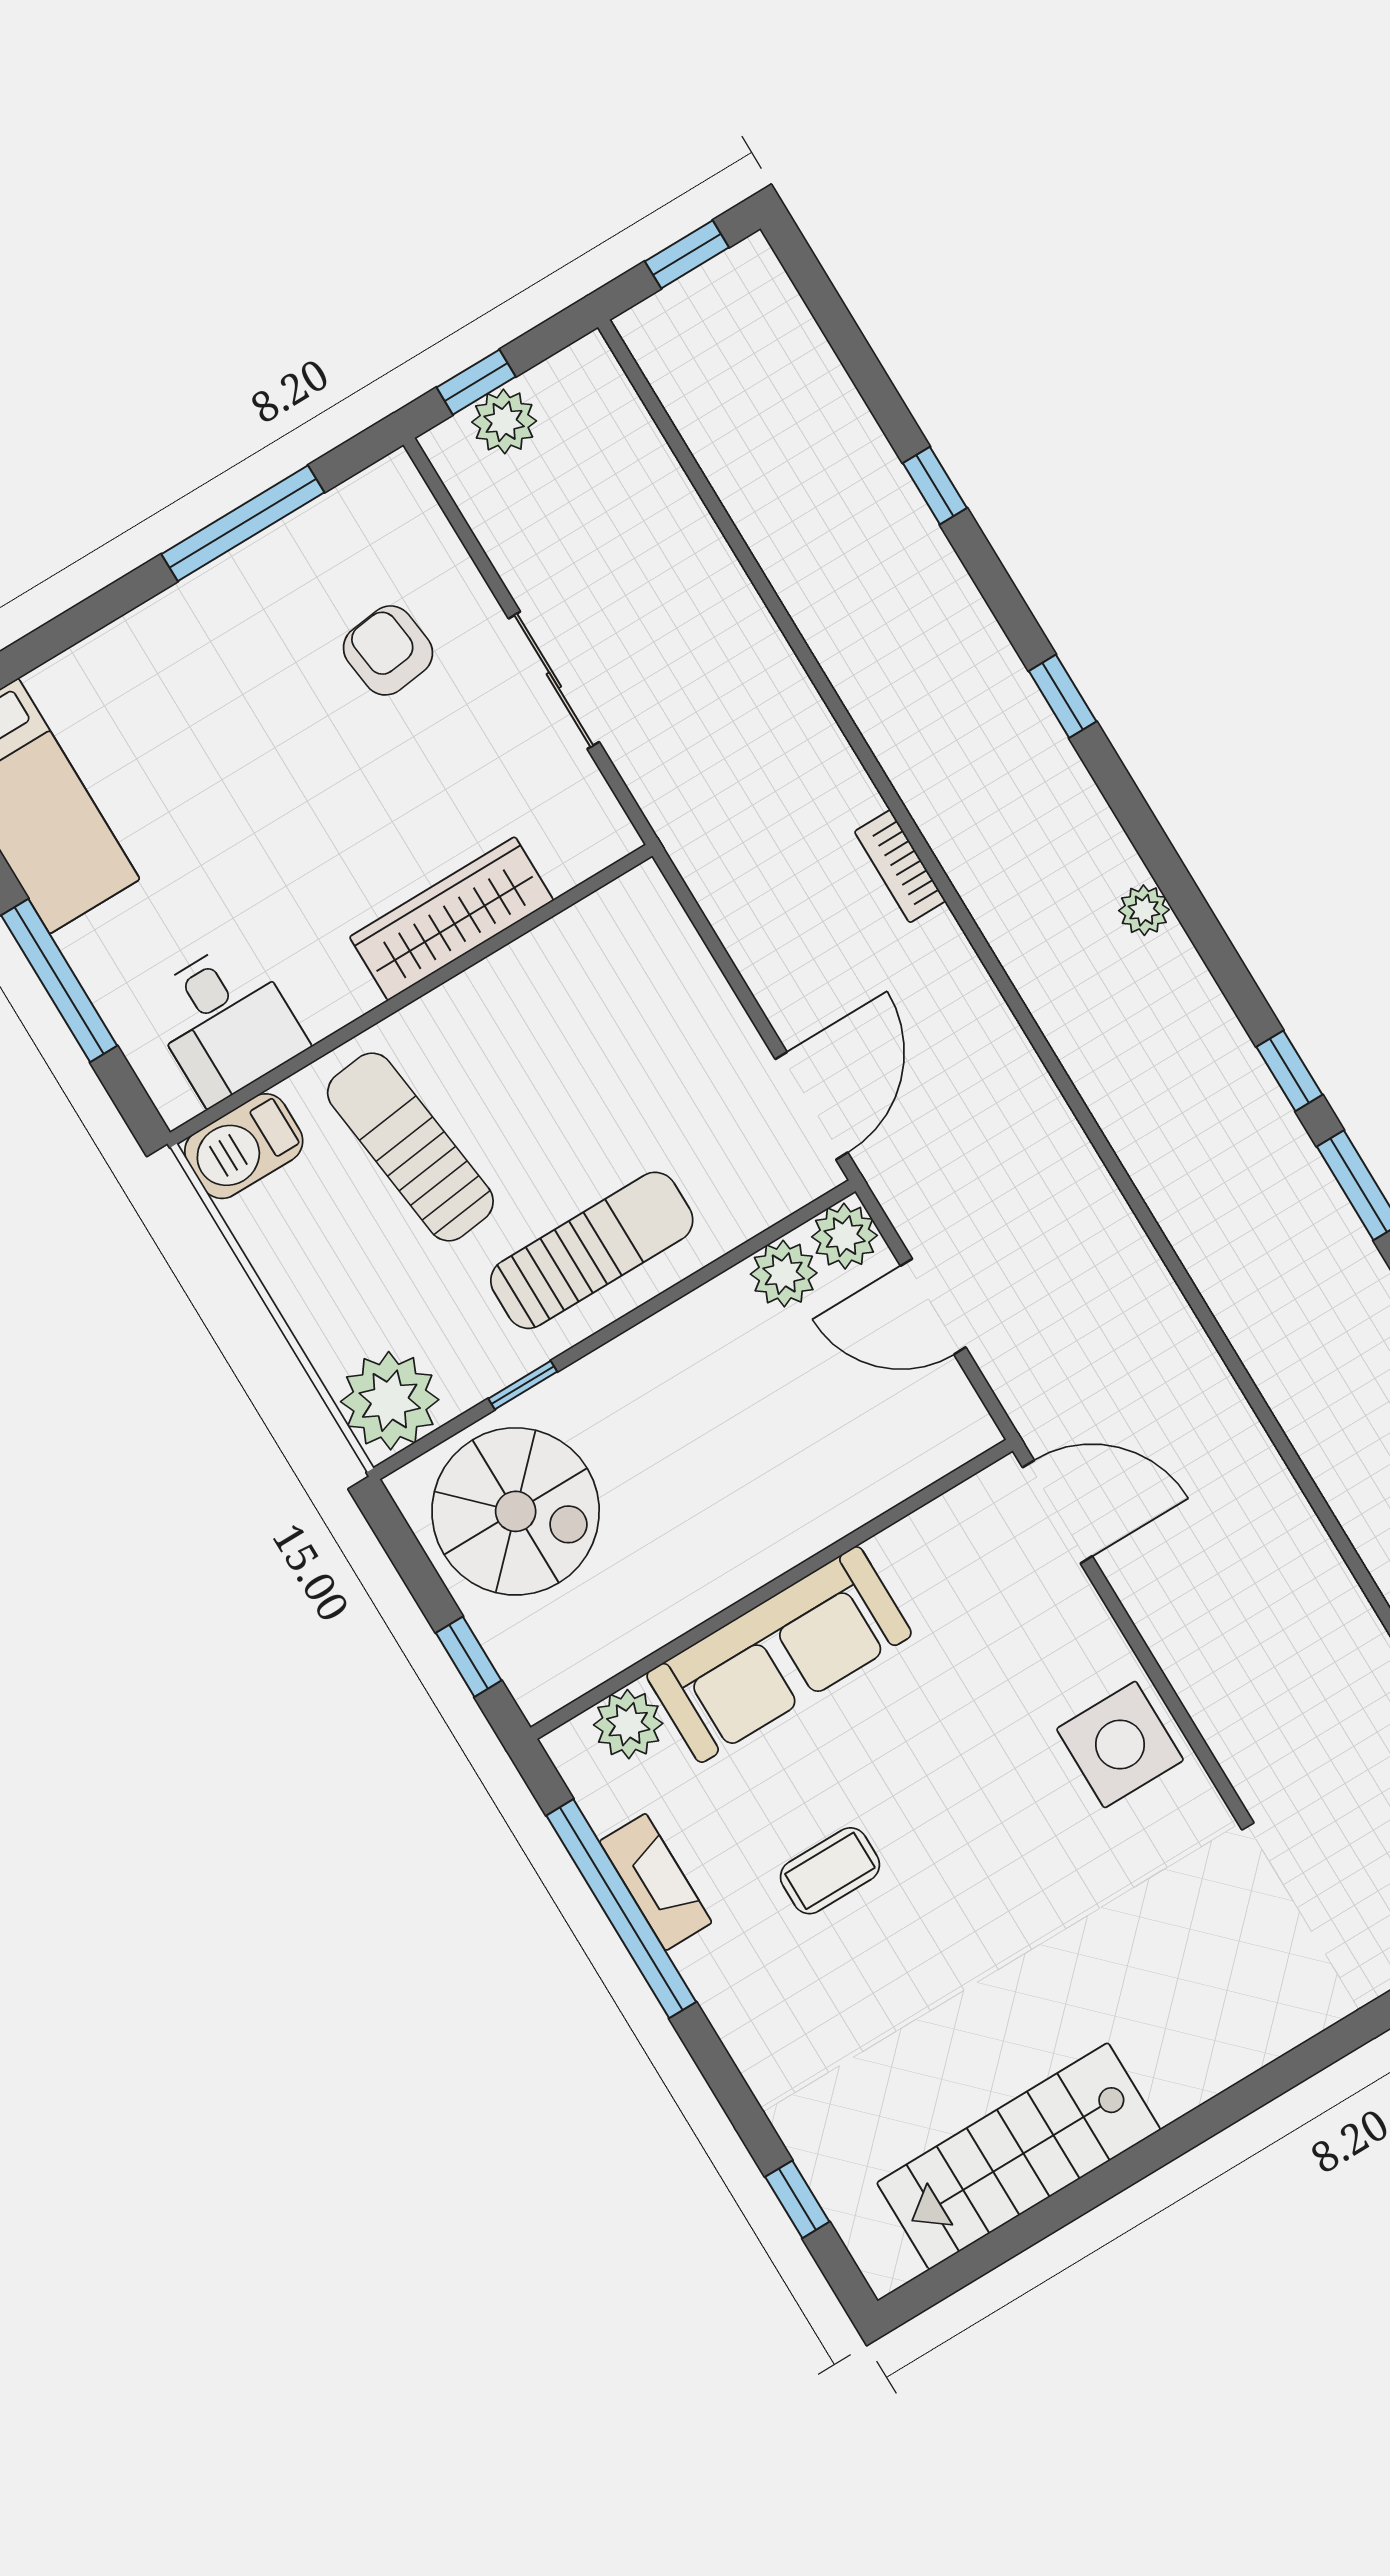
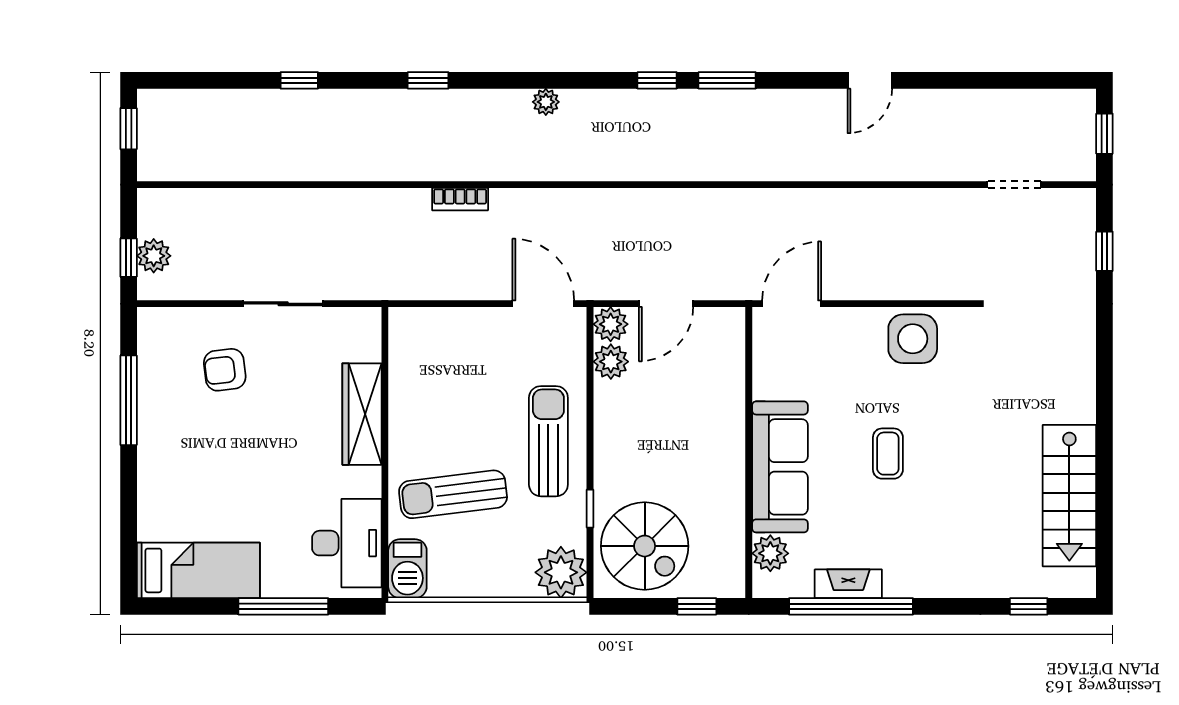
desk: (226, 1022) -> (347, 543), width x1.37
spiral stairs: (516, 1511) -> (645, 546), turned 90
coffee table: (830, 1871) -> (888, 454), moved

